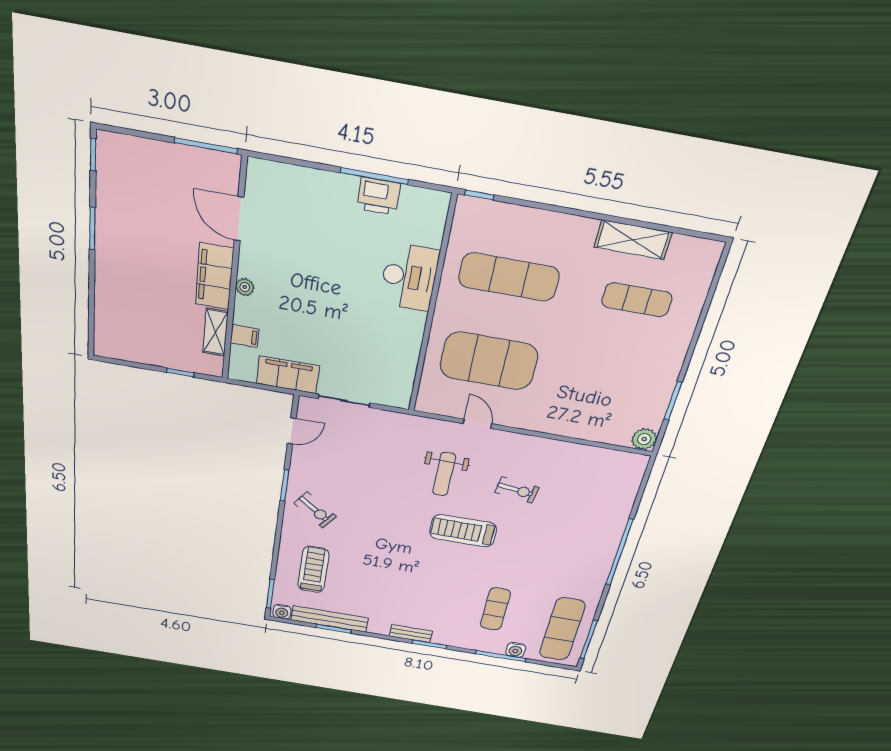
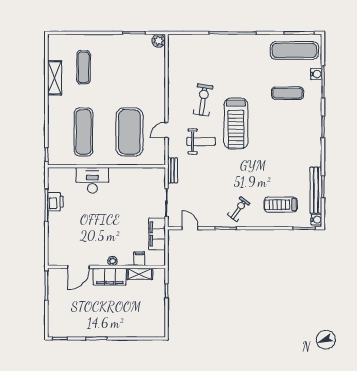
exercise bike: (517, 490) -> (203, 100), width x1.38, depth x1.39
treadmill: (463, 531) -> (236, 124), width x1.37, depth x1.38
bench: (411, 634) -> (173, 170), moved

